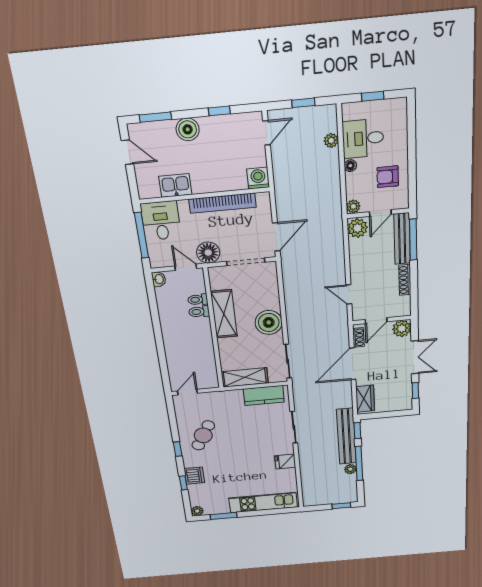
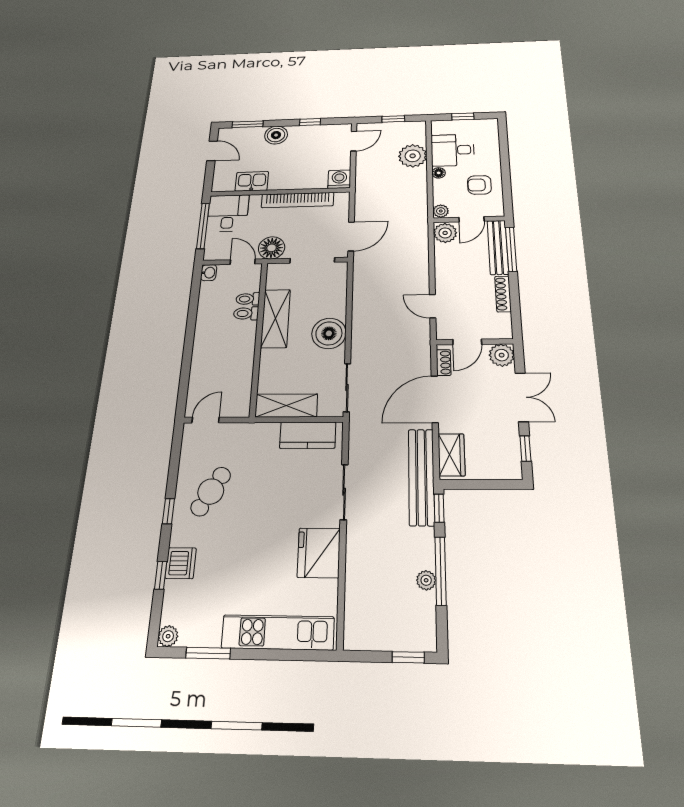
plant: (331, 140) -> (413, 156), width x1.87, depth x1.87
bench: (346, 436) -> (421, 477), moved
fridge: (285, 462) -> (319, 553), width x1.88, depth x1.34

